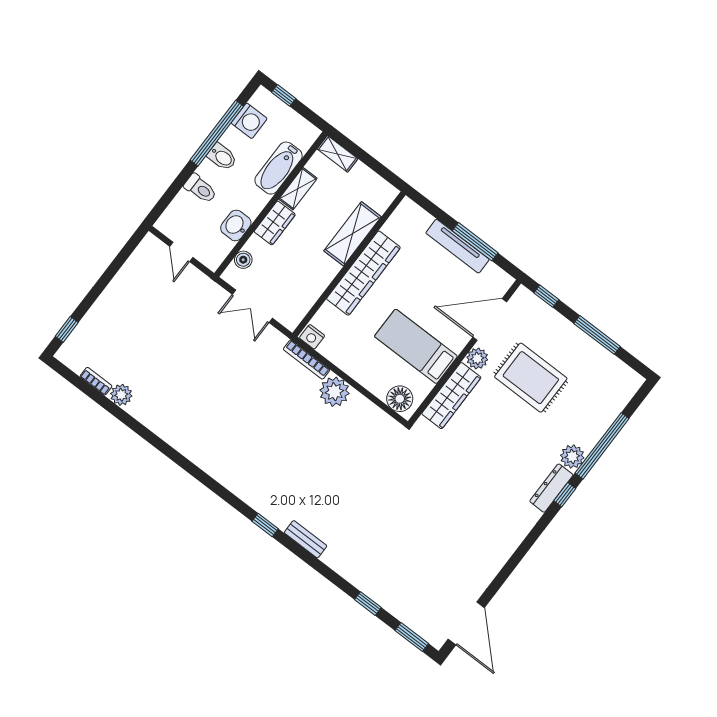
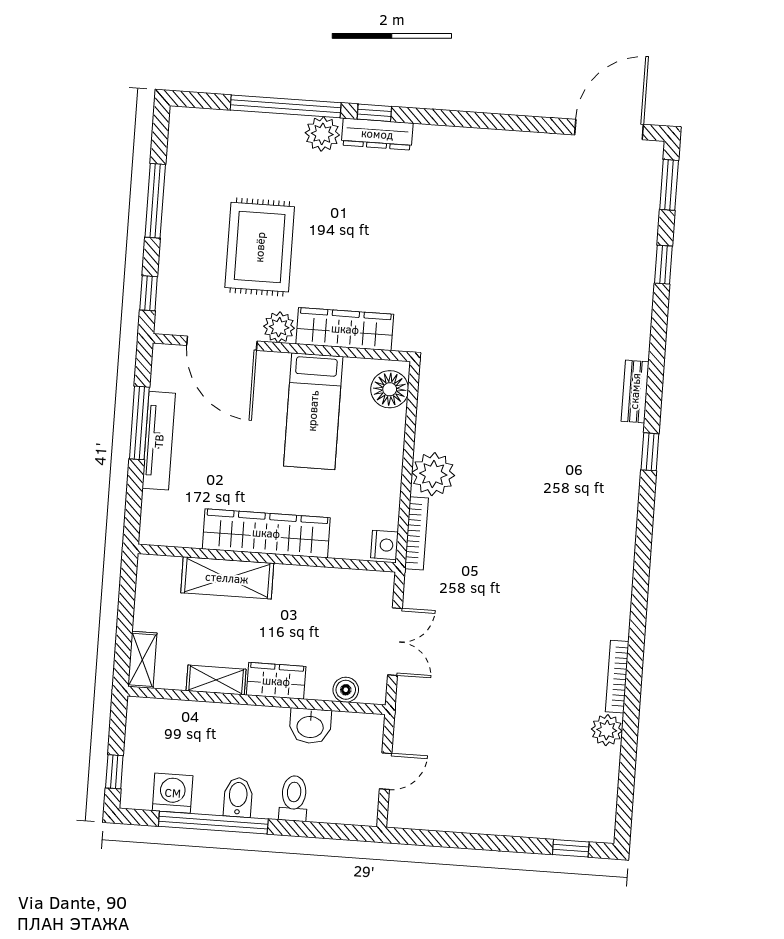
bathtub: (279, 168) -> (206, 720), removed
bookcase: (96, 381) -> (617, 677), moved, width x1.56

